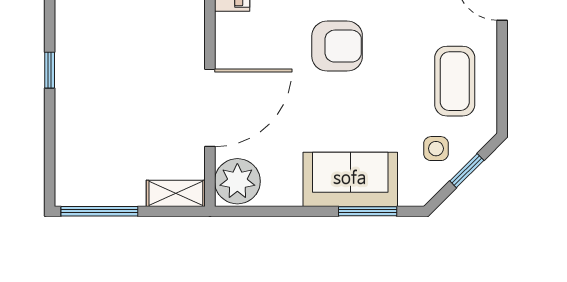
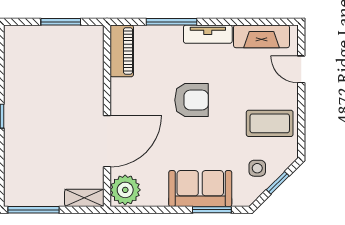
coffee table: (455, 81) -> (270, 123), turned 90

